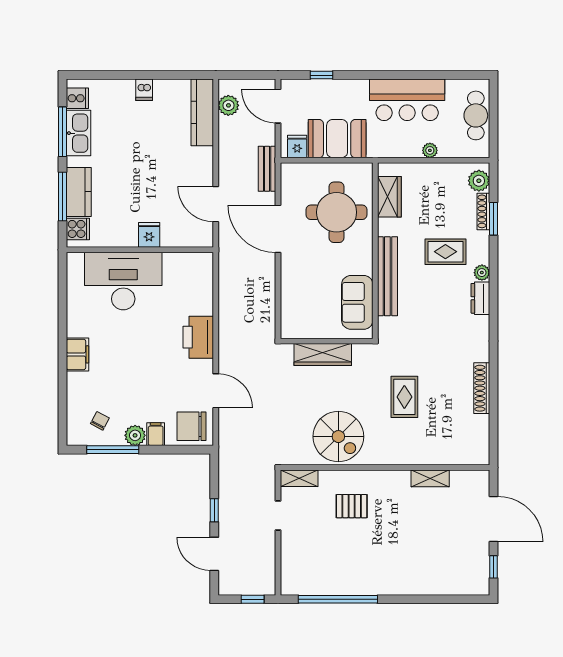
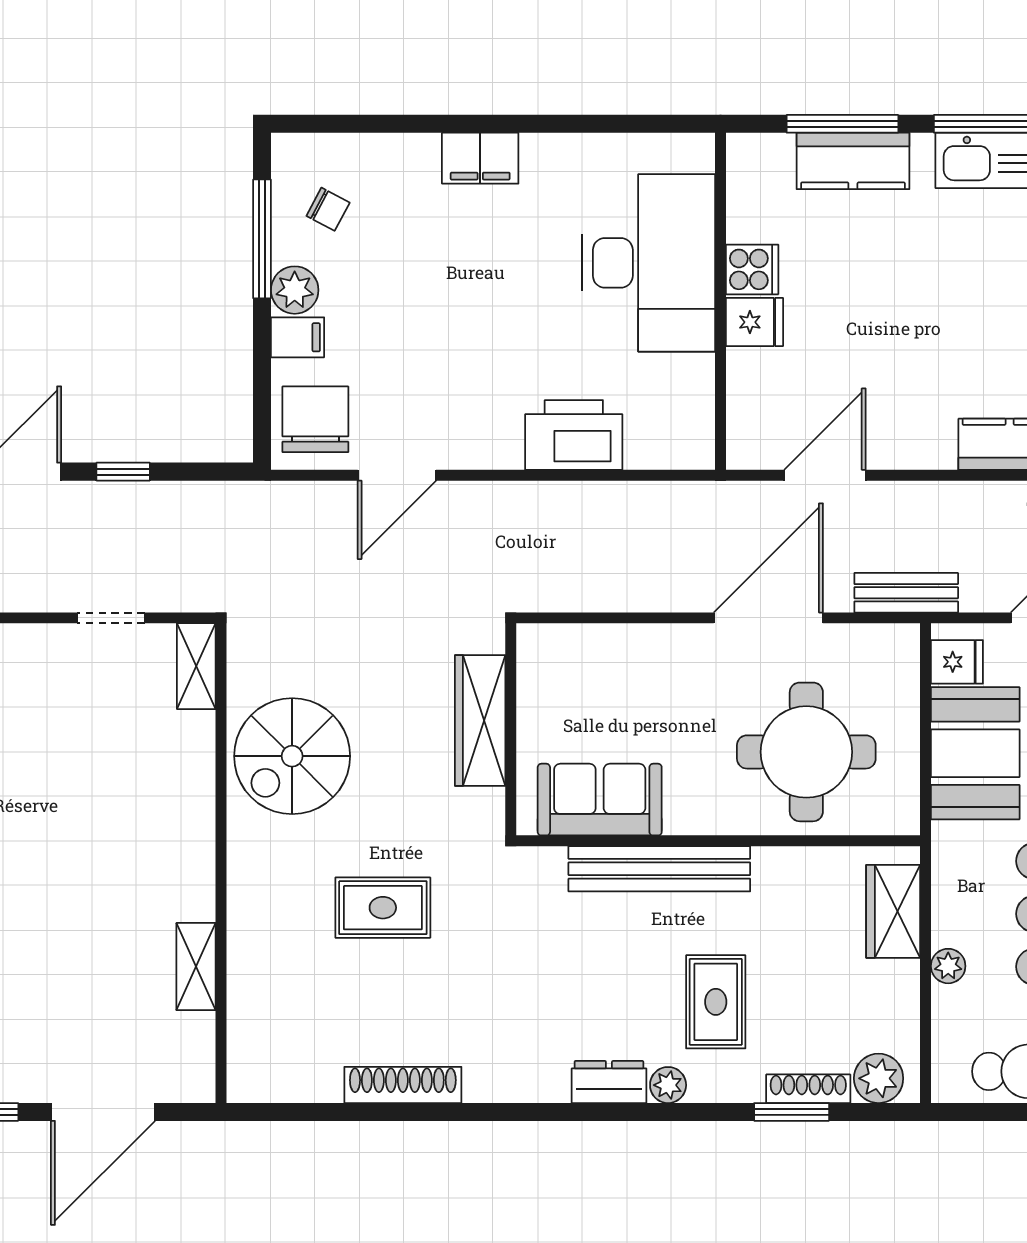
wardrobe: (389, 197) -> (893, 911), moved, turned 90
cooker: (78, 229) -> (752, 269), moved, turned -90
printer: (198, 337) -> (574, 435), moved
pallet: (352, 506) -> (132, 787), removed

